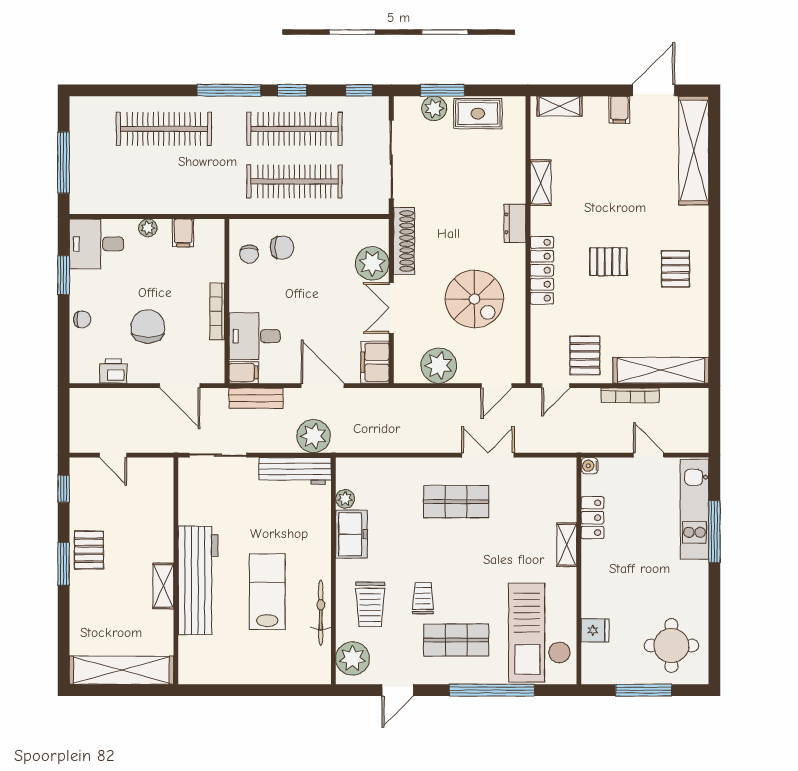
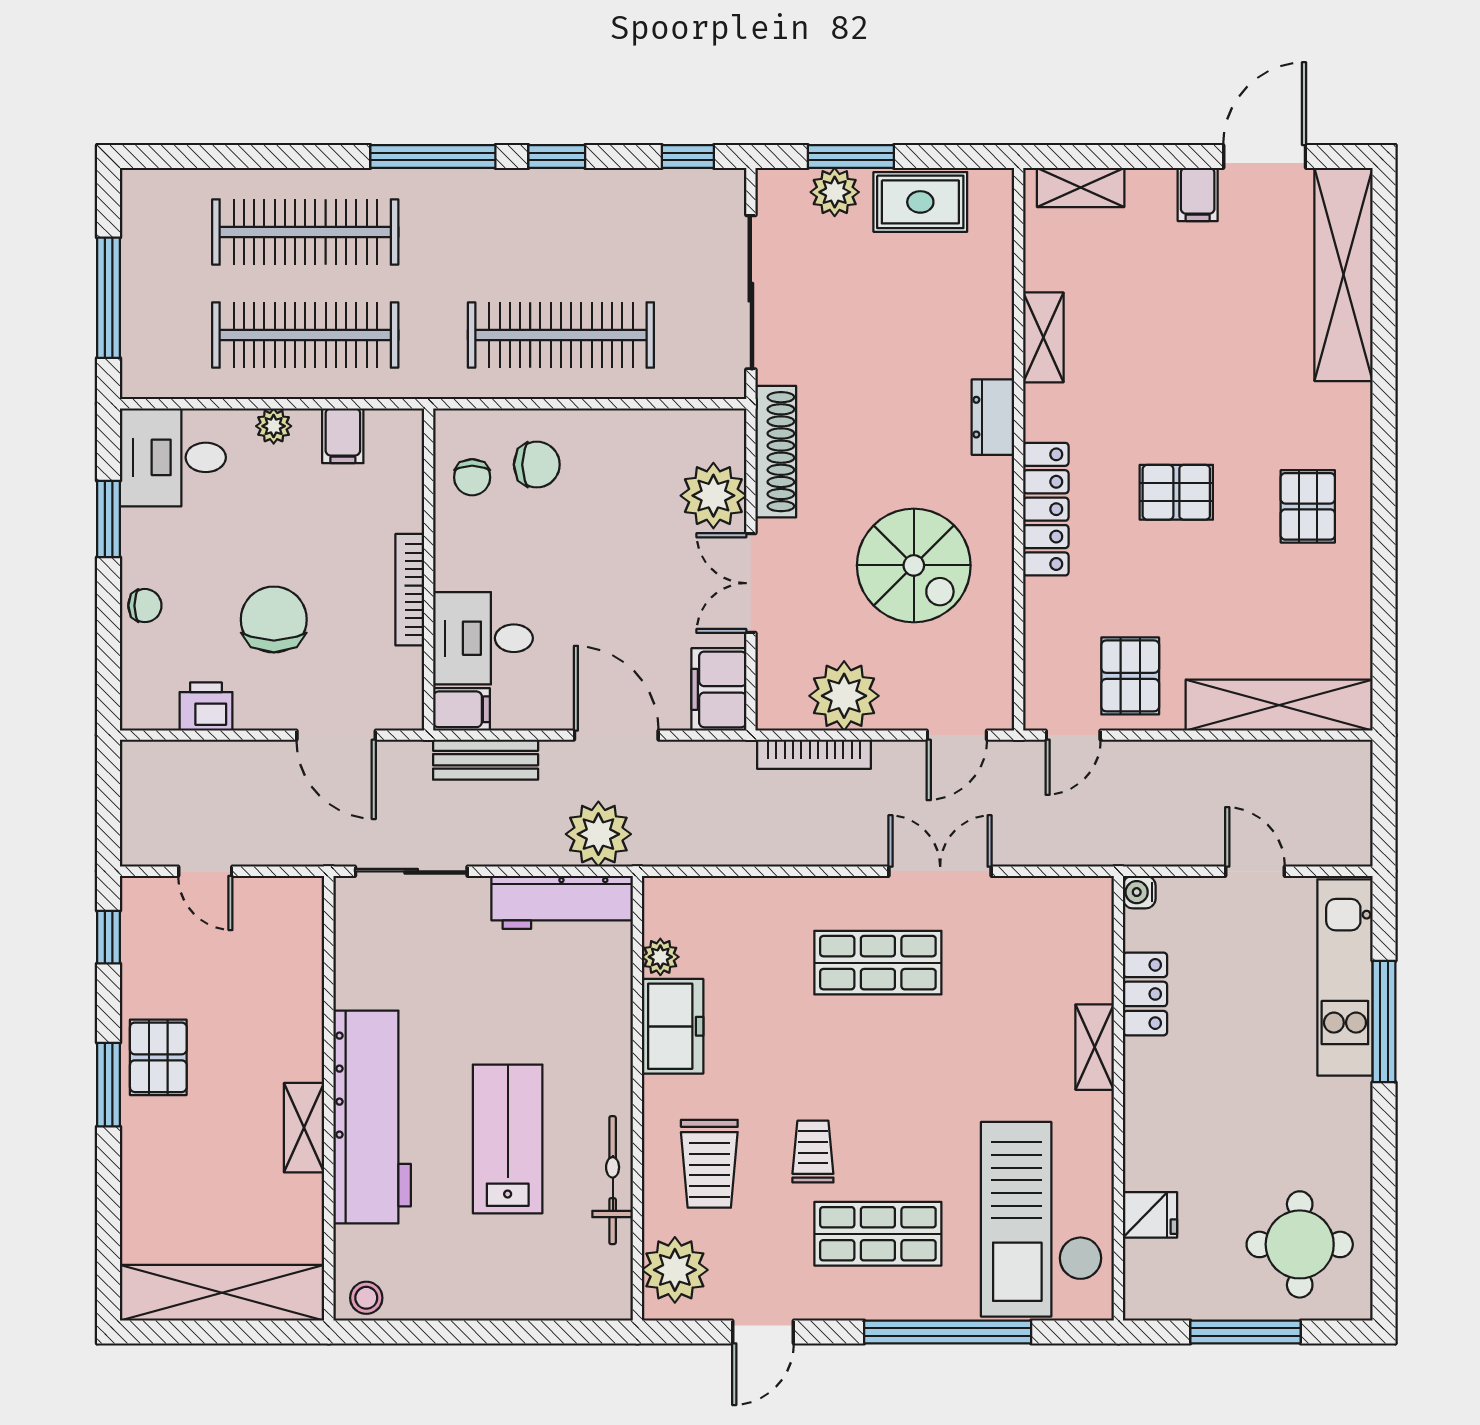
clothes rail: (294, 129) -> (305, 335), moved
bookcase: (630, 395) -> (814, 754), moved
stool: (195, 673) -> (366, 1298), added

